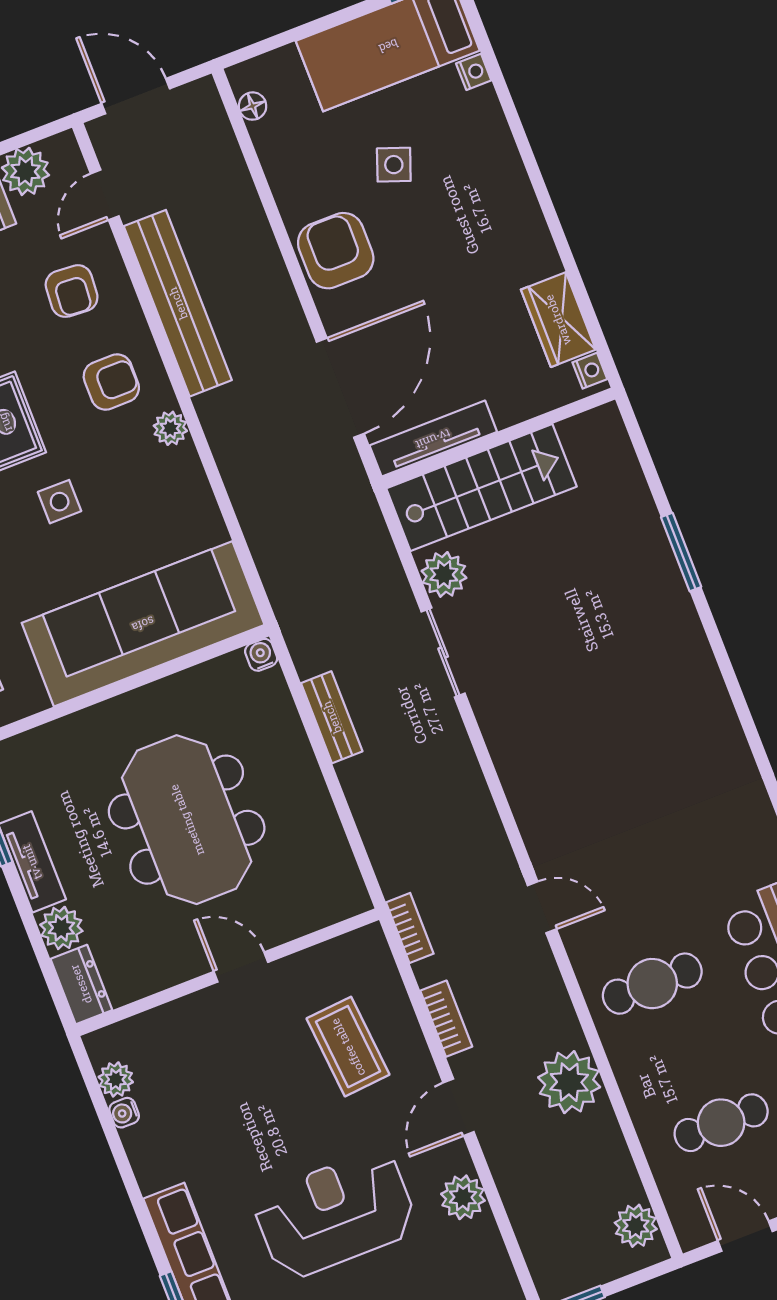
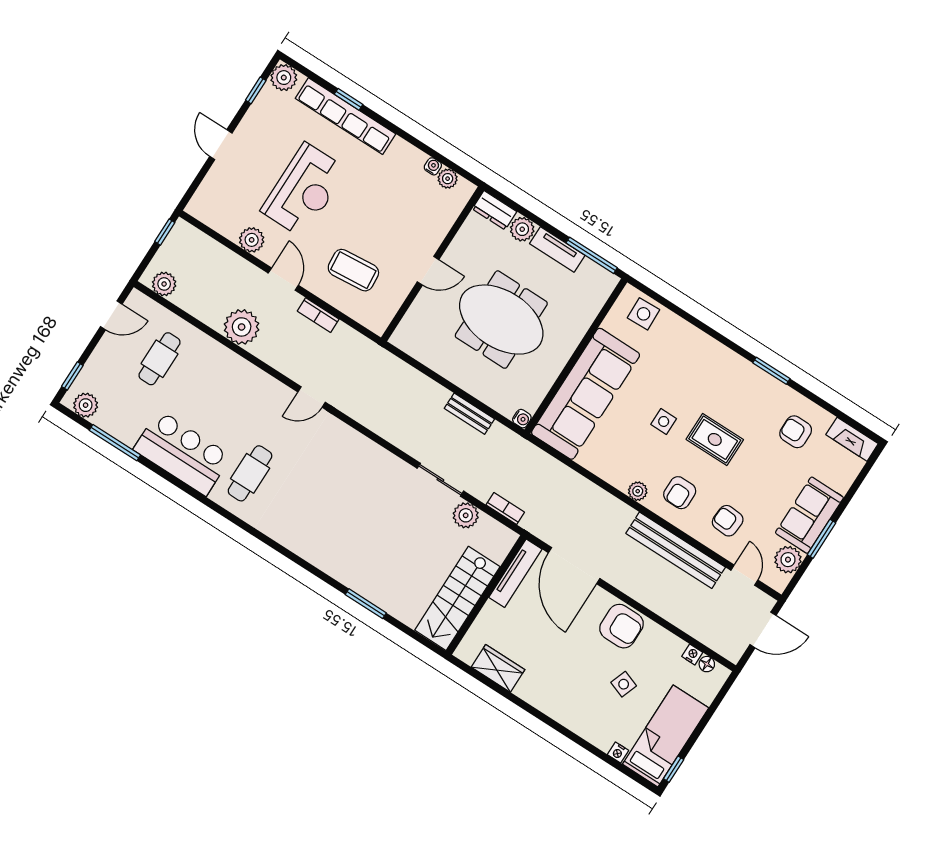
nightstand: (590, 371) -> (692, 654), moved, turned 180
stairs: (481, 487) -> (457, 598), moved
bookcase: (410, 928) -> (505, 508), moved, turned 180
cafe table: (652, 984) -> (250, 473), moved

